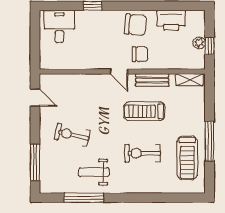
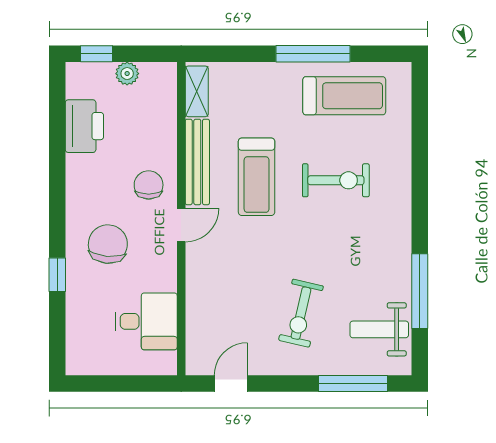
chair: (136, 25) -> (108, 244), moved
desk: (59, 26) -> (146, 321), moved, turned 180
window: (209, 46) -> (97, 54), moved
bench: (152, 80) -> (197, 162), width x1.36
exercise bike: (143, 153) -> (336, 180), turned -90
weight bench: (94, 172) -> (379, 329), moved, turned 90

